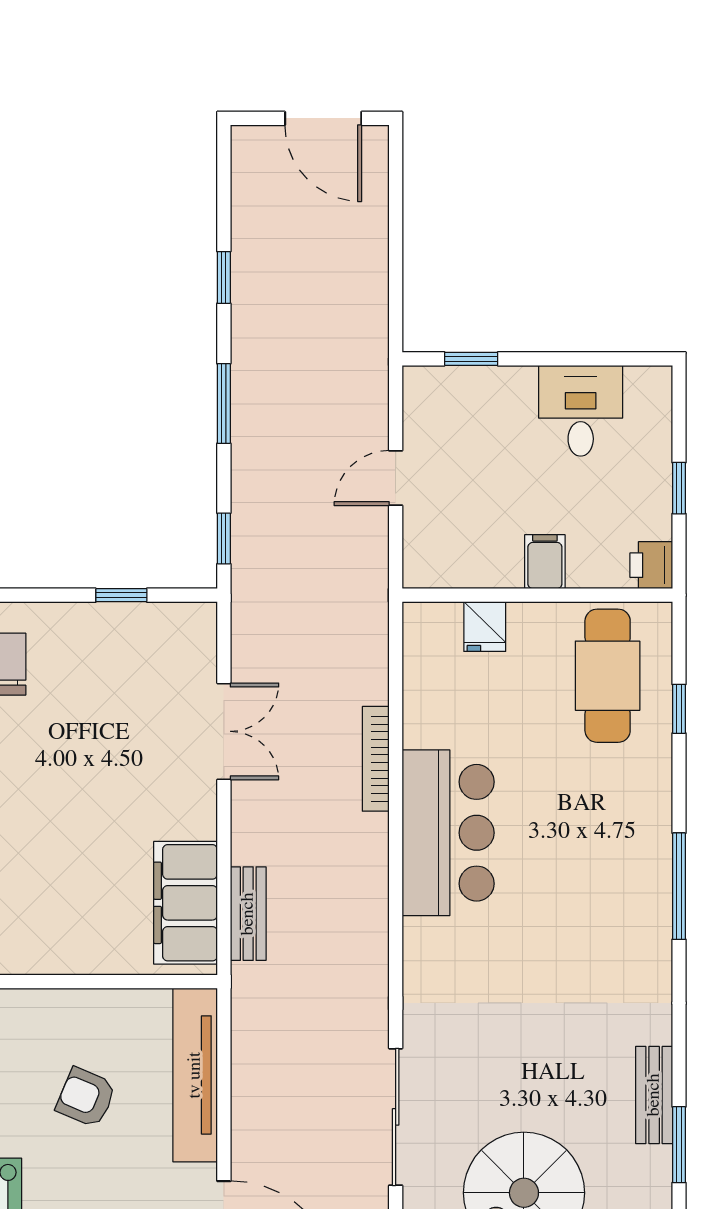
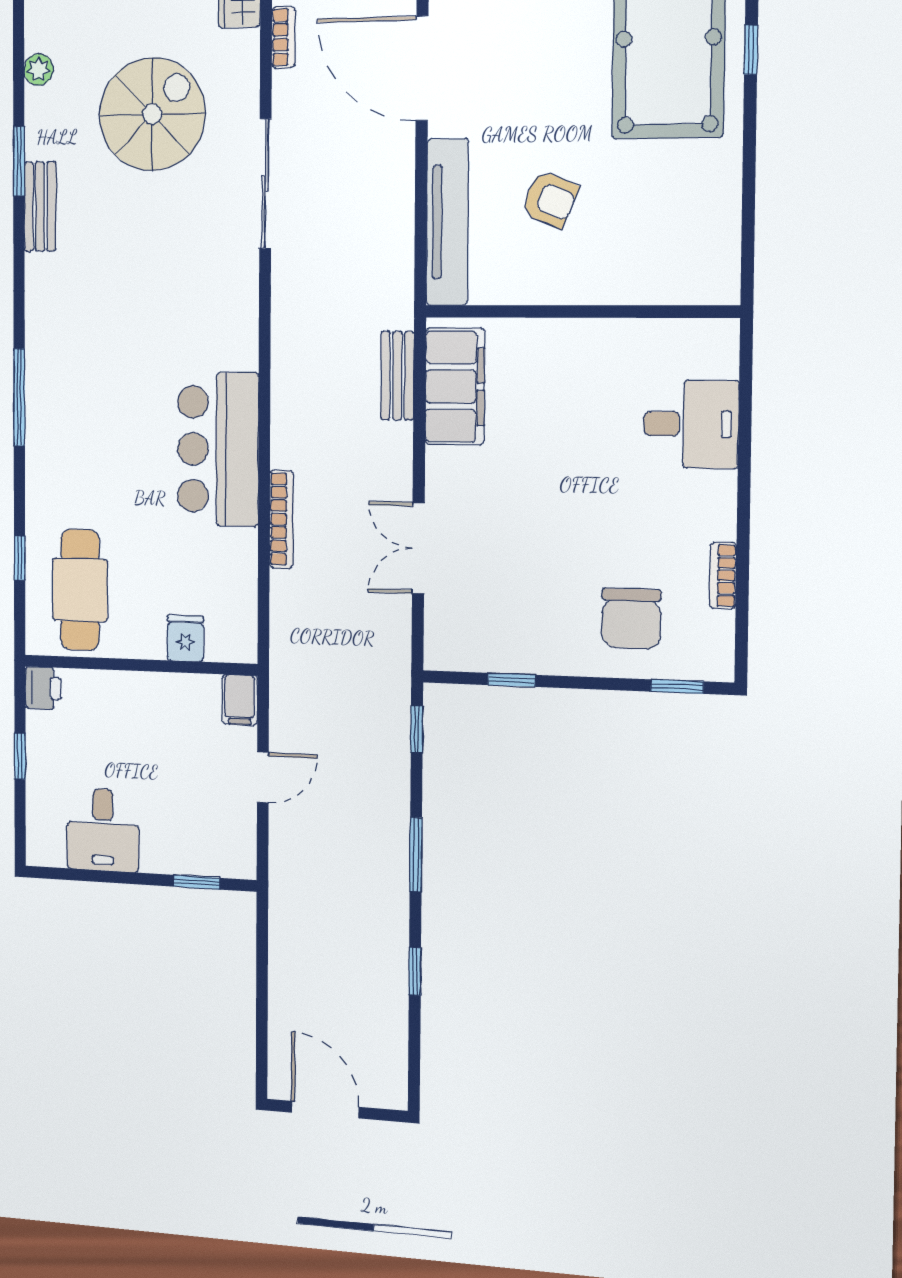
filing cabinet: (545, 562) -> (240, 700), moved

